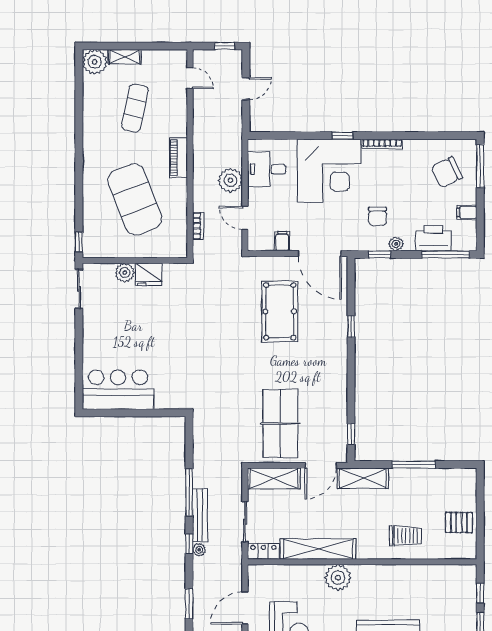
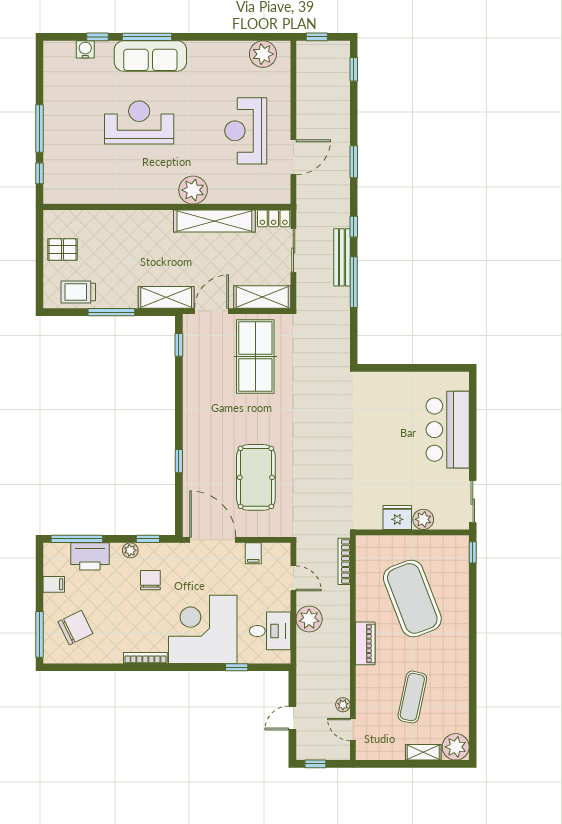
window: (342, 136) -> (237, 667), moved
bookcase: (198, 226) -> (344, 561), width x1.56
bar counter: (118, 390) -> (448, 430), moved, turned 90
trolley: (406, 536) -> (78, 292), moved
plant: (199, 550) -> (343, 705), moved

